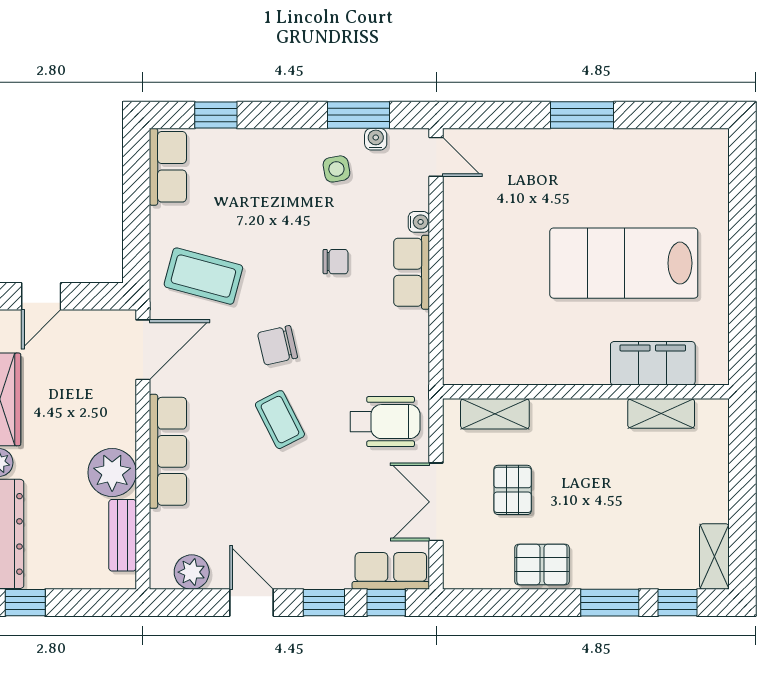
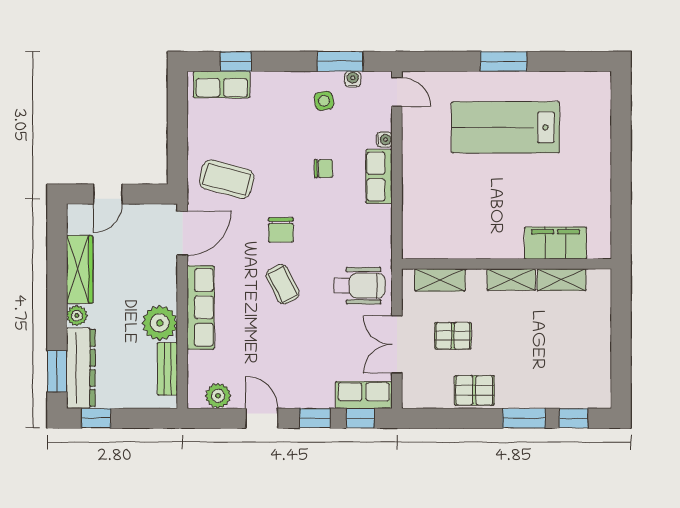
row of seats: (168, 167) -> (222, 84), moved, turned 90
lab bench: (624, 263) -> (505, 127), moved
chair: (278, 345) -> (281, 230), turned -77
pallet: (513, 490) -> (453, 336), turned 90
shelving: (714, 557) -> (511, 280), moved, turned 90

